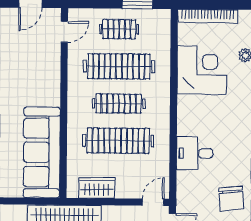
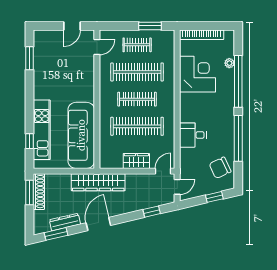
wardrobe: (97, 188) -> (136, 161), moved
chair: (231, 198) -> (220, 168), turned 70

